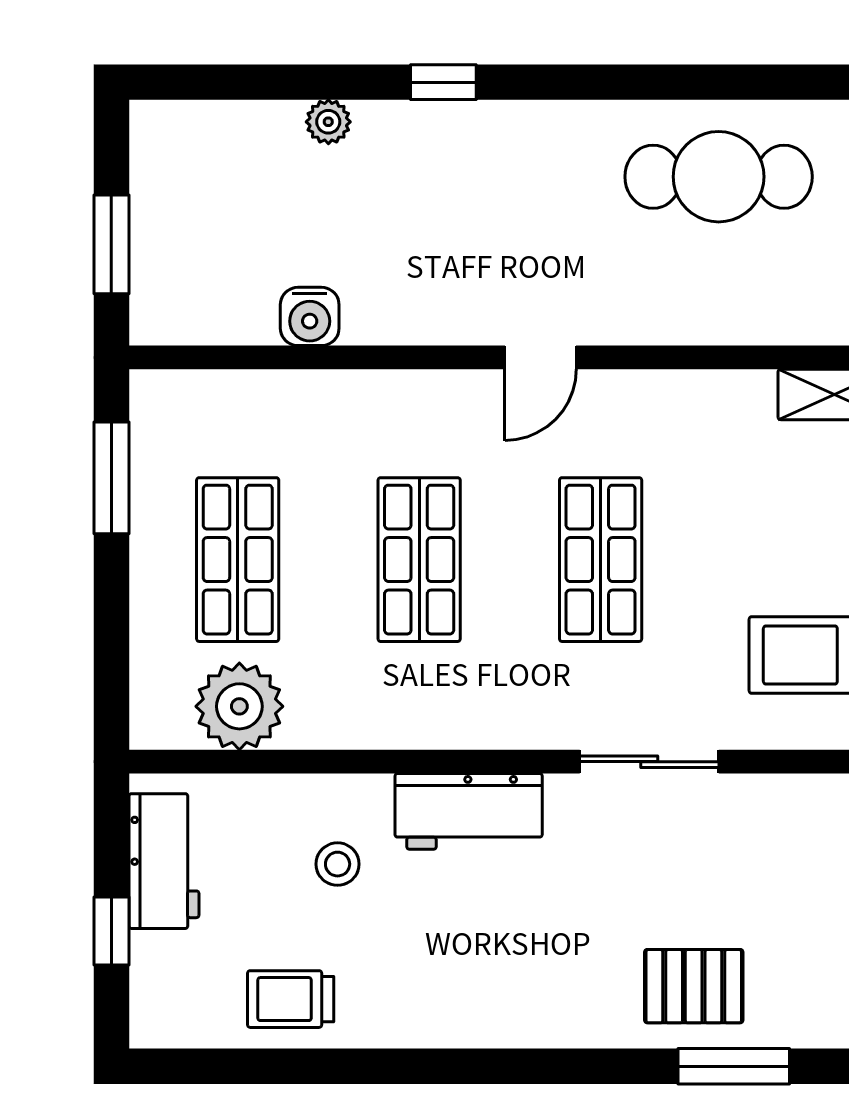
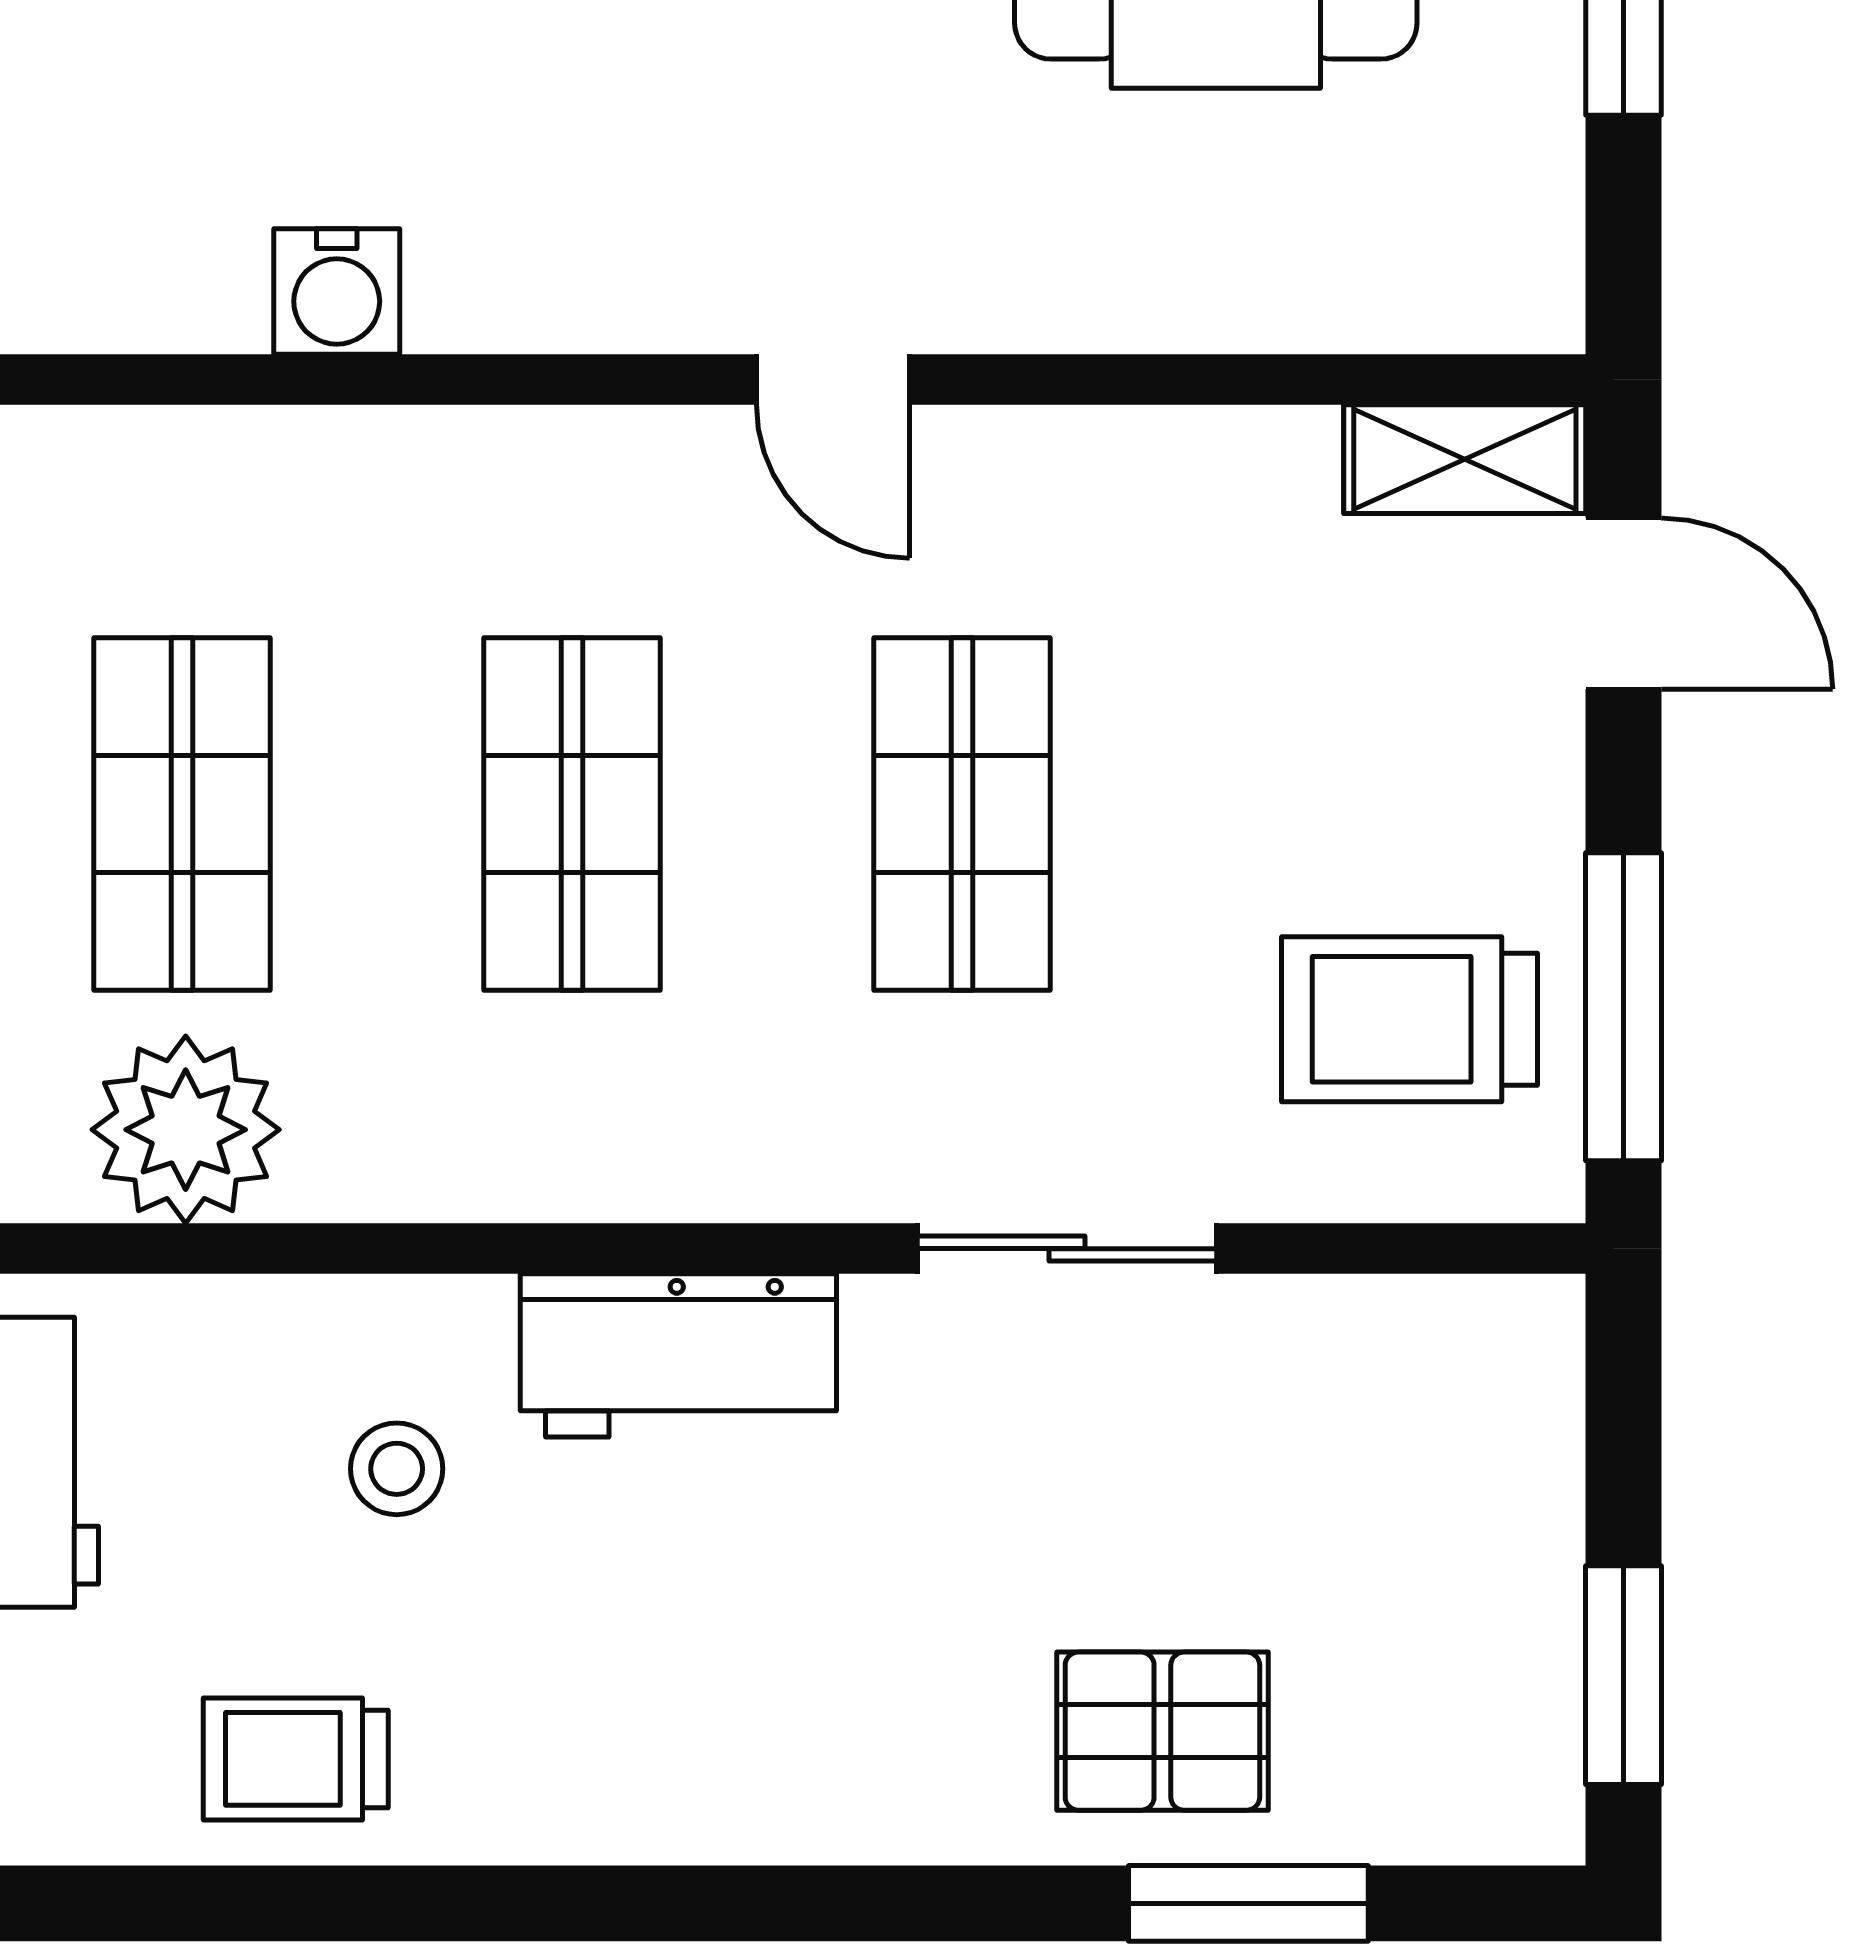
door: (541, 357) -> (833, 380), hinge flipped

